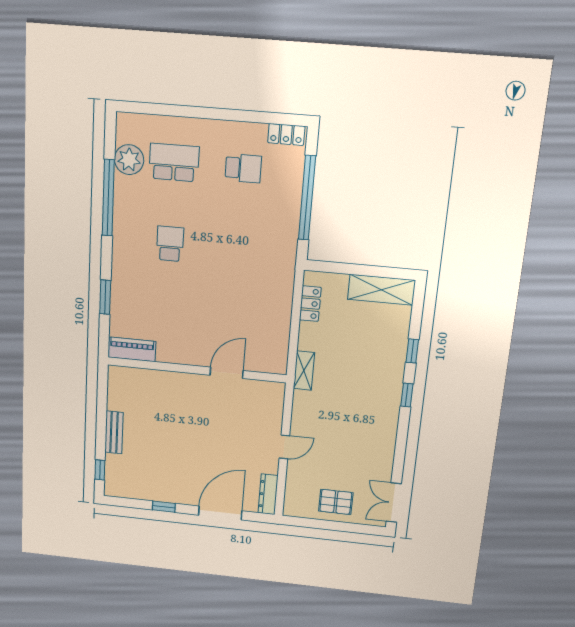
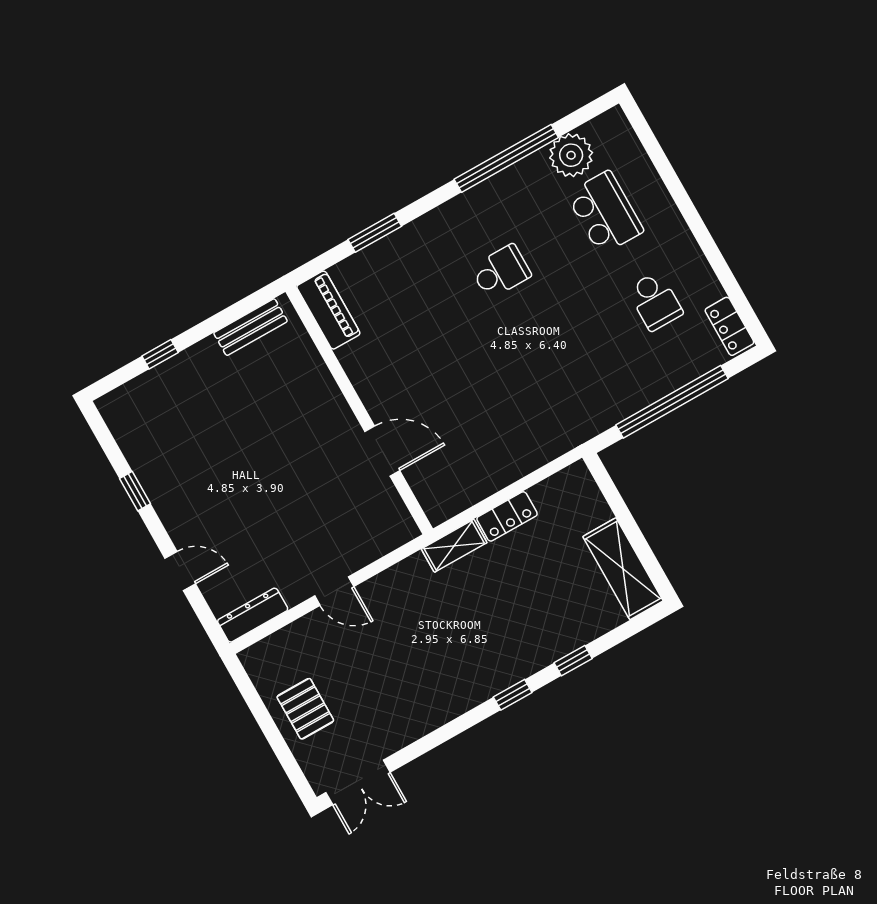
locker: (310, 304) -> (507, 516), moved
bench: (114, 432) -> (251, 327), moved
window: (100, 470) -> (160, 354), moved
double door: (394, 503) -> (358, 782), swing flipped
door: (220, 513) -> (180, 571), width x0.53

